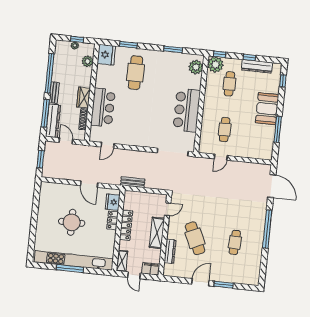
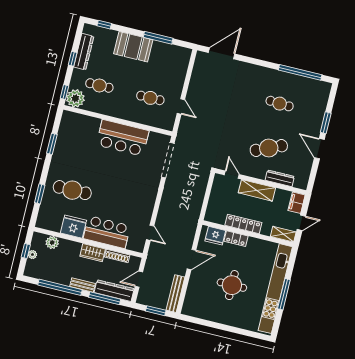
fridge: (106, 55) -> (74, 227), moved
plant: (196, 67) -> (75, 121), removed
bench: (133, 182) -> (175, 294), moved, width x1.36
window: (267, 229) -> (300, 72), moved

